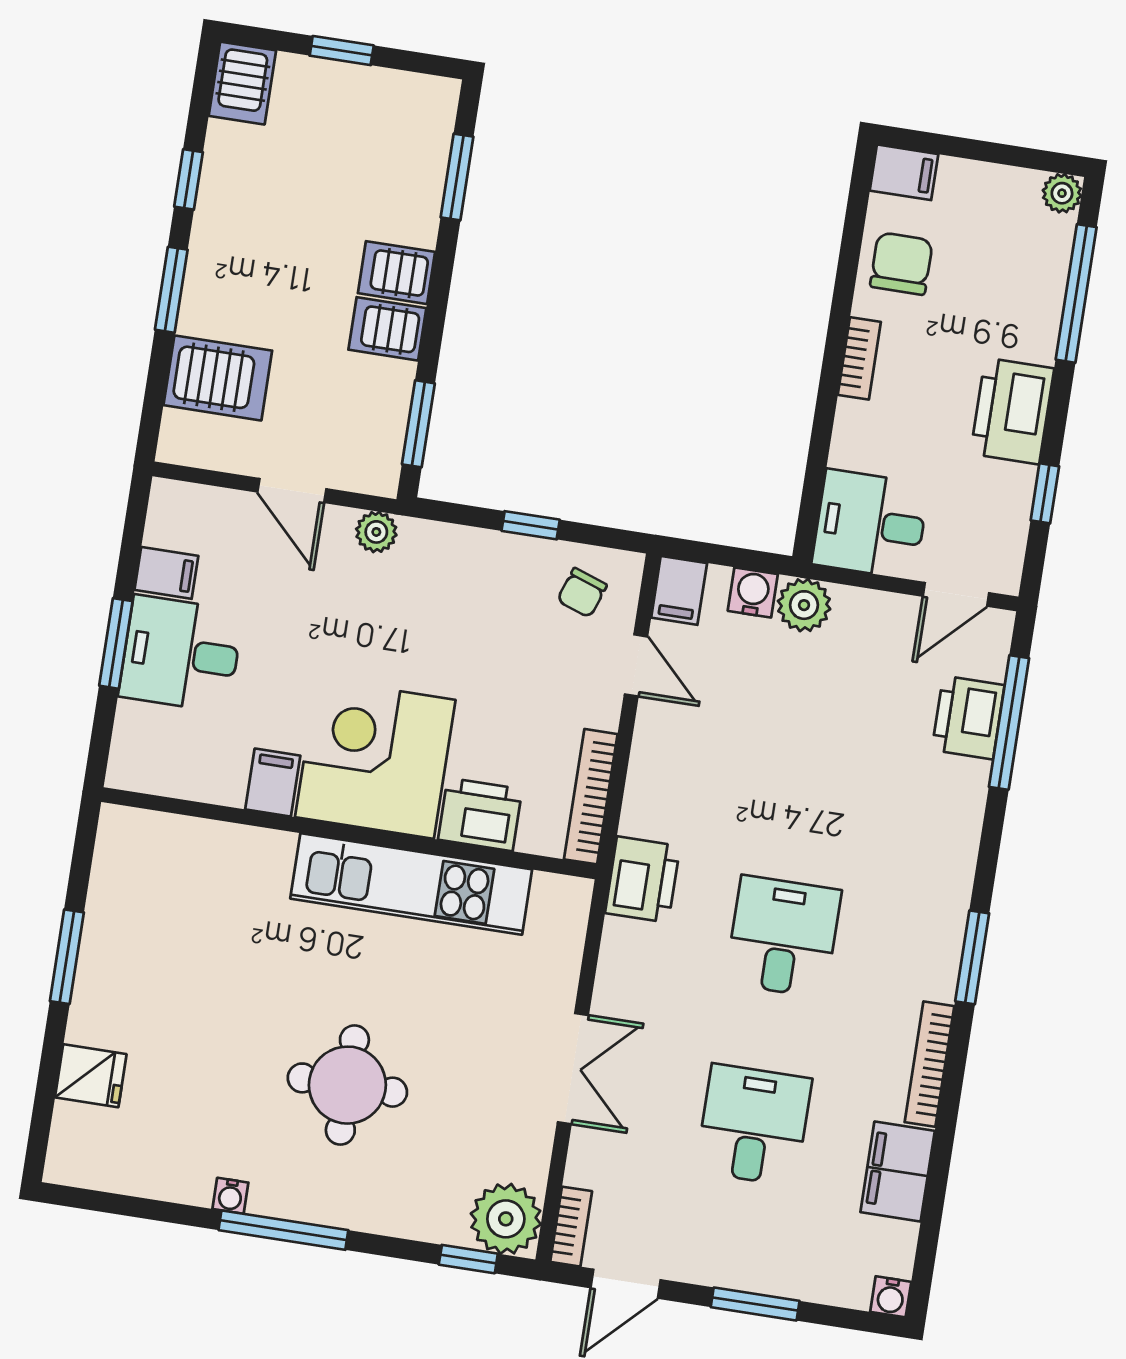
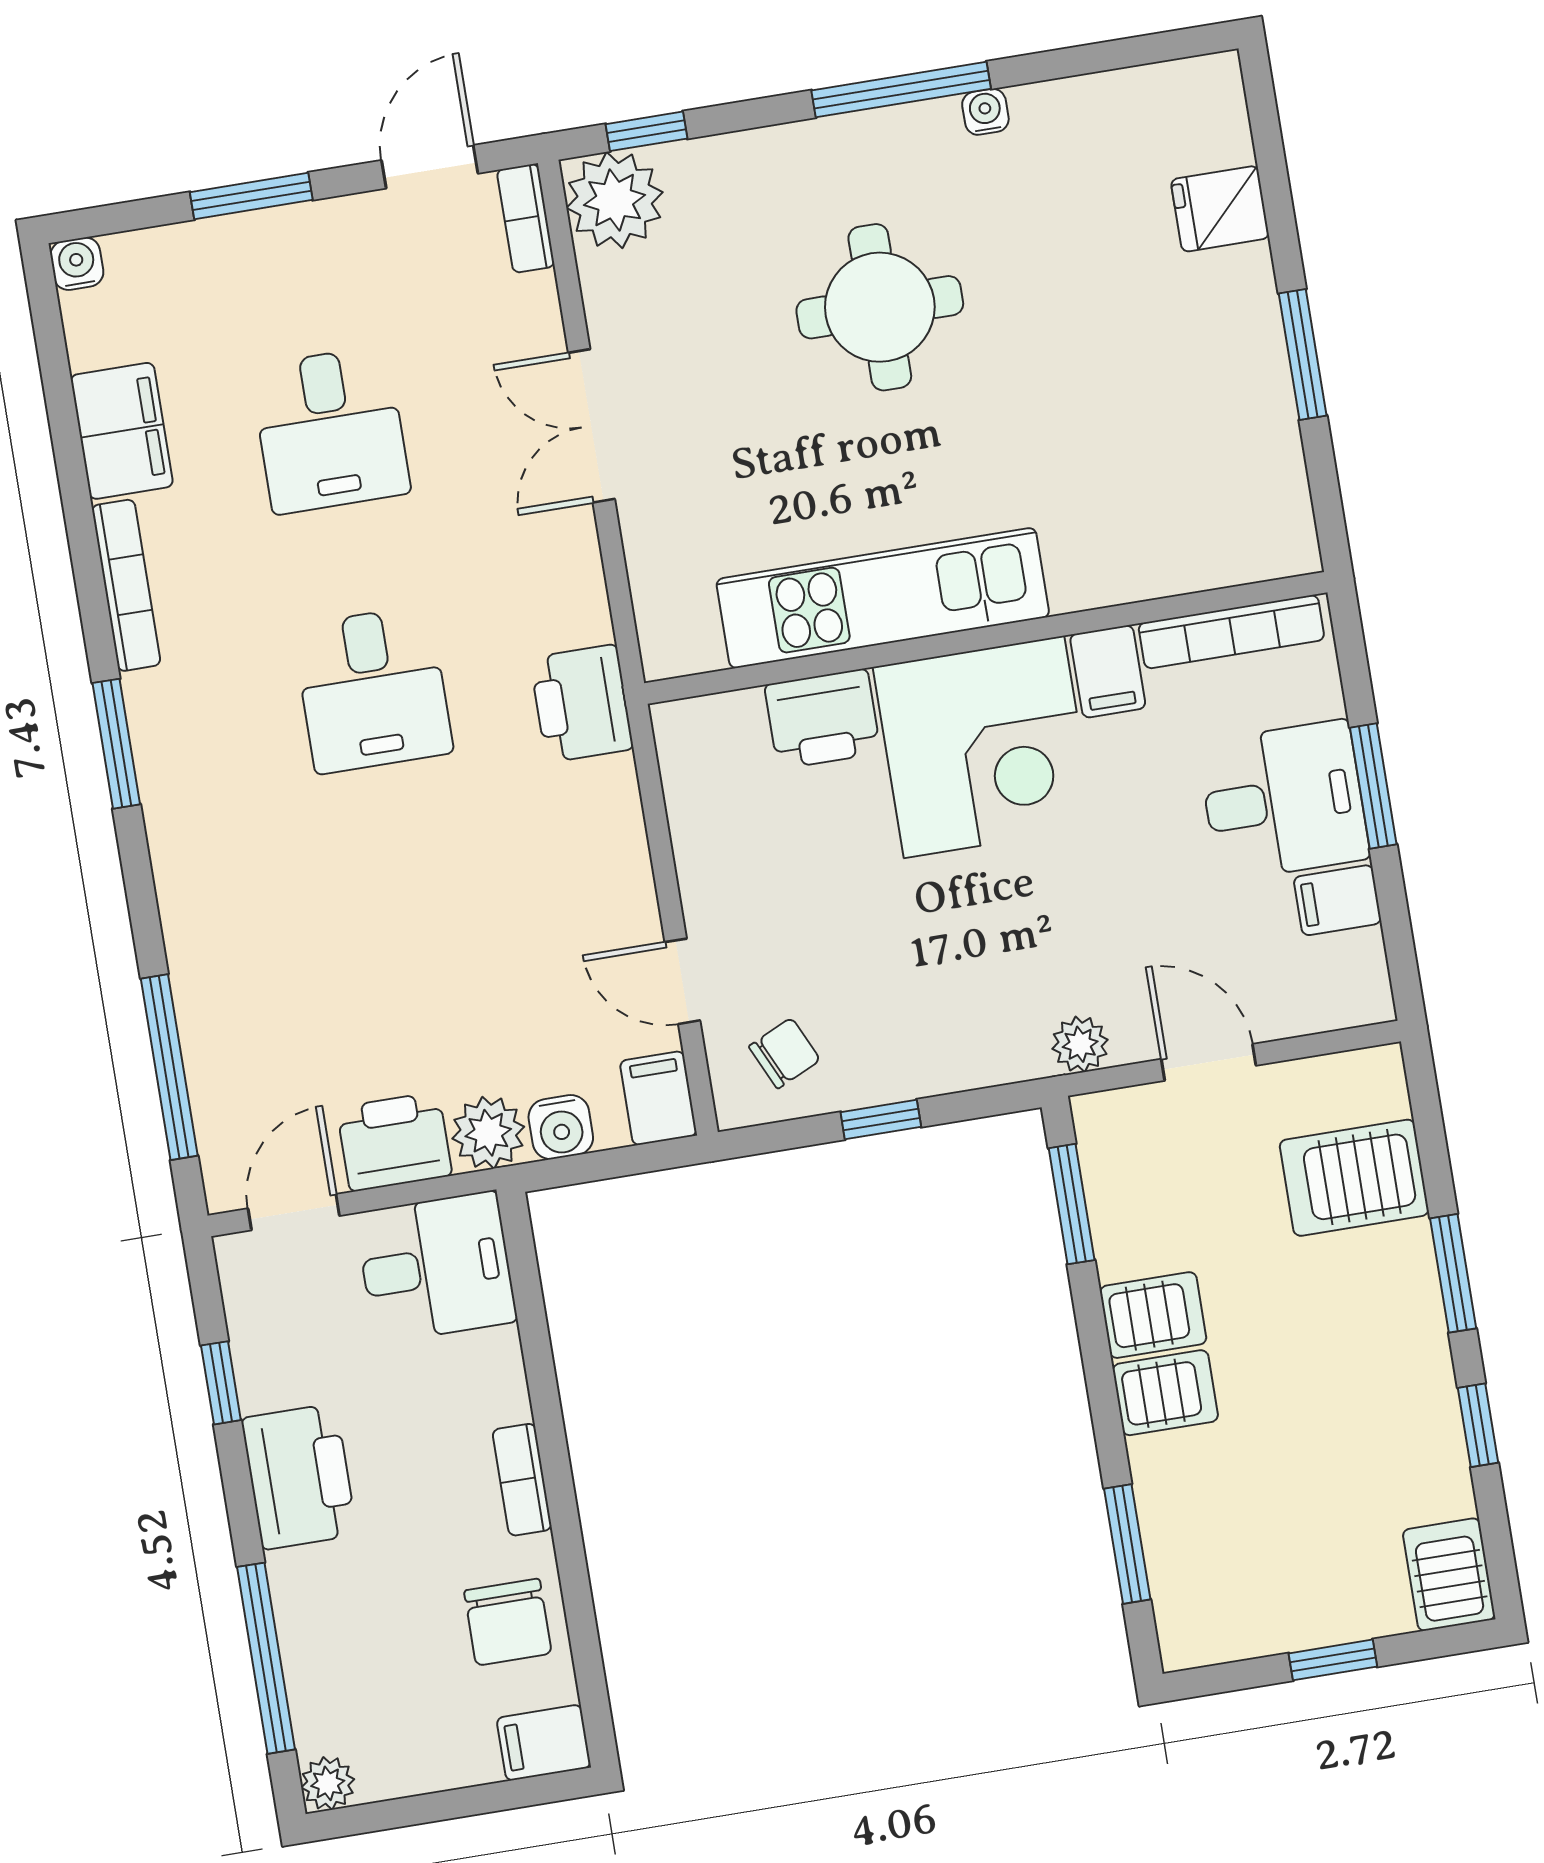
chair: (582, 593) -> (785, 1053), turned 46
printer: (968, 717) -> (394, 1142), moved, turned -90
bookcase: (591, 797) -> (1231, 632), moved, turned 90

